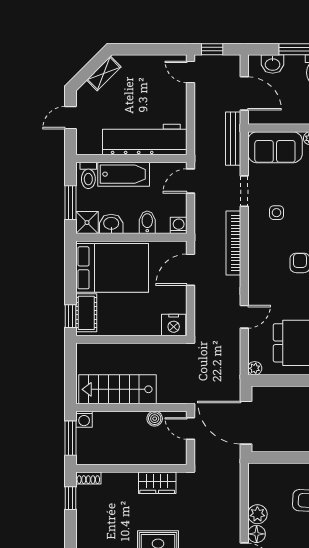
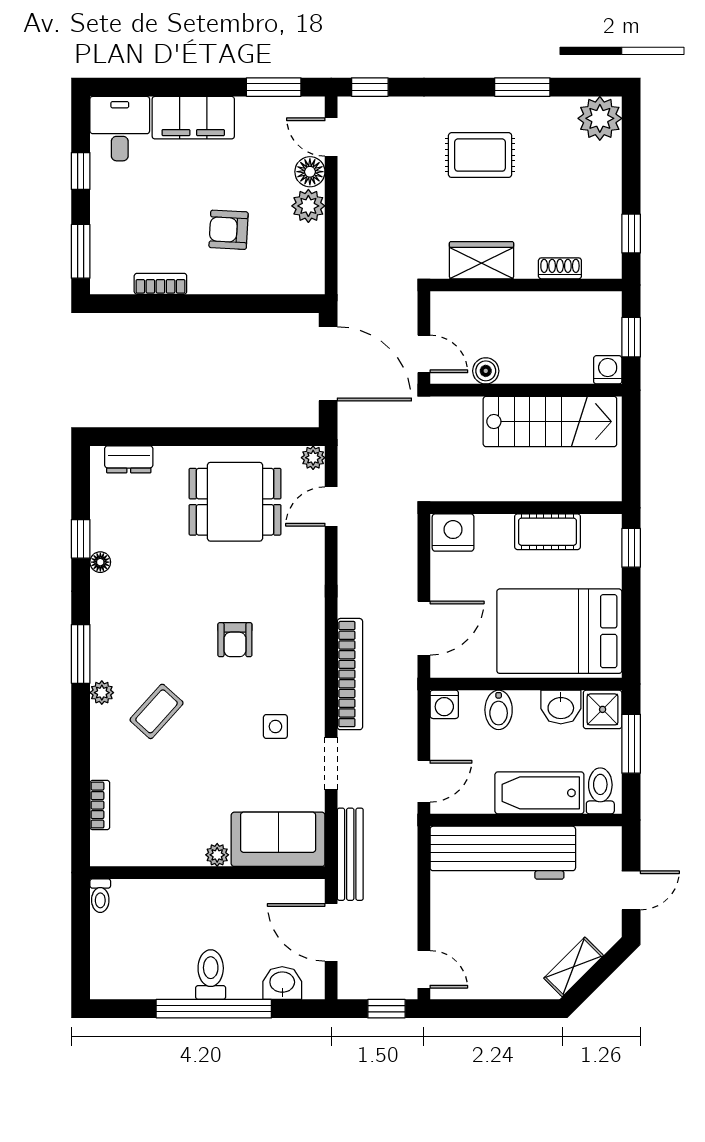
cot: (86, 313) -> (547, 532), moved, turned 90
door: (244, 317) -> (331, 507), moved
window: (70, 438) -> (631, 337), width x0.67
shoe rack: (88, 478) -> (560, 268), moved

